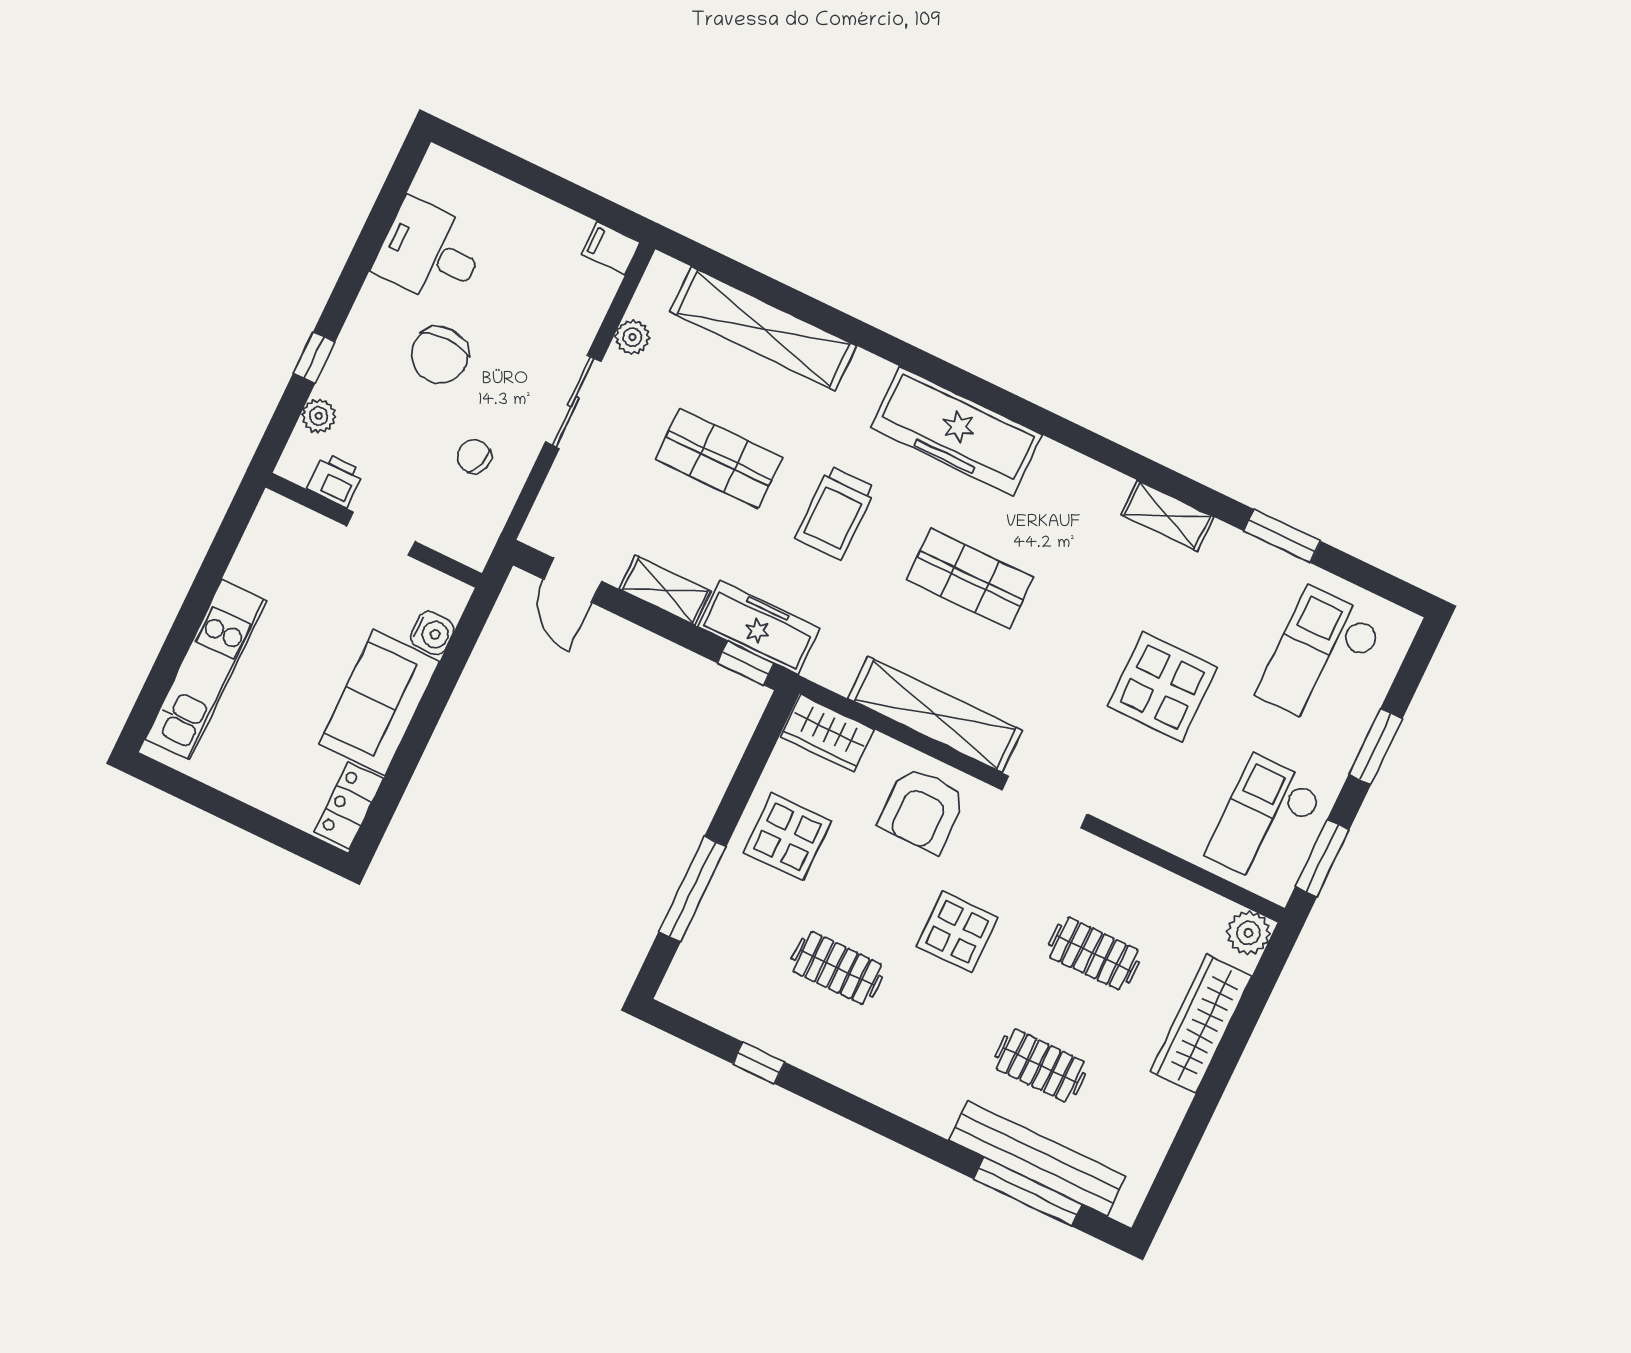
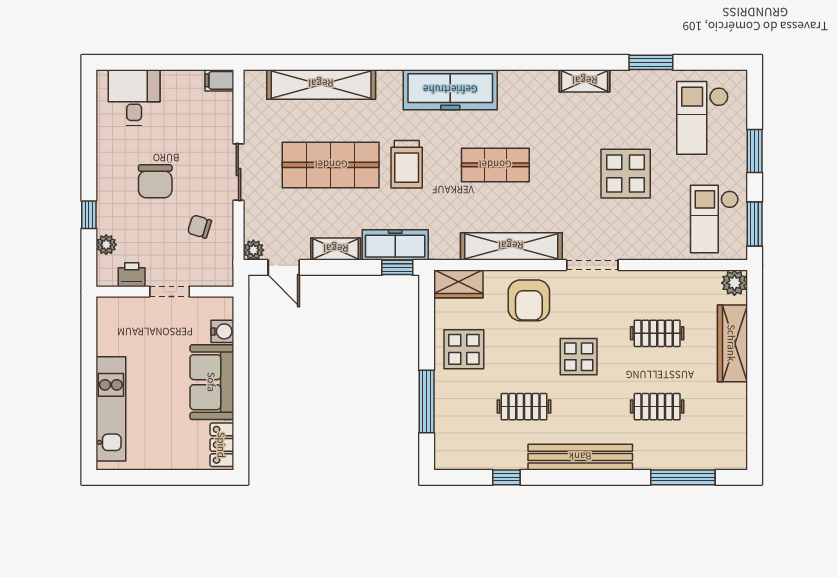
desk: (430, 252) -> (134, 97), moved, turned 90
plant: (632, 337) -> (253, 250), moved
shop shelf: (719, 458) -> (331, 165), width x1.43, depth x1.36
bench: (1037, 1158) -> (580, 457), moved

